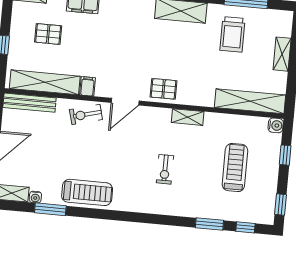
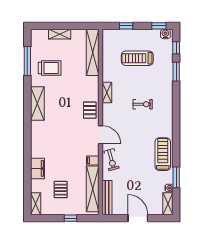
water cooler: (276, 125) -> (165, 34), moved

